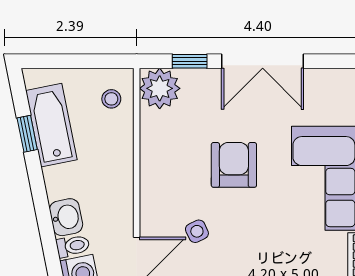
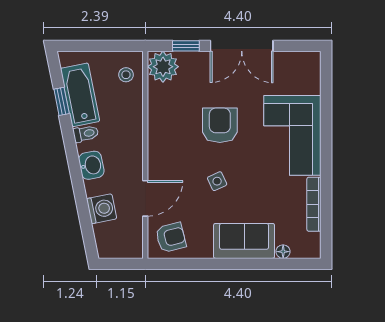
side table: (197, 231) -> (217, 181), moved
toilet: (73, 246) -> (86, 134), moved

